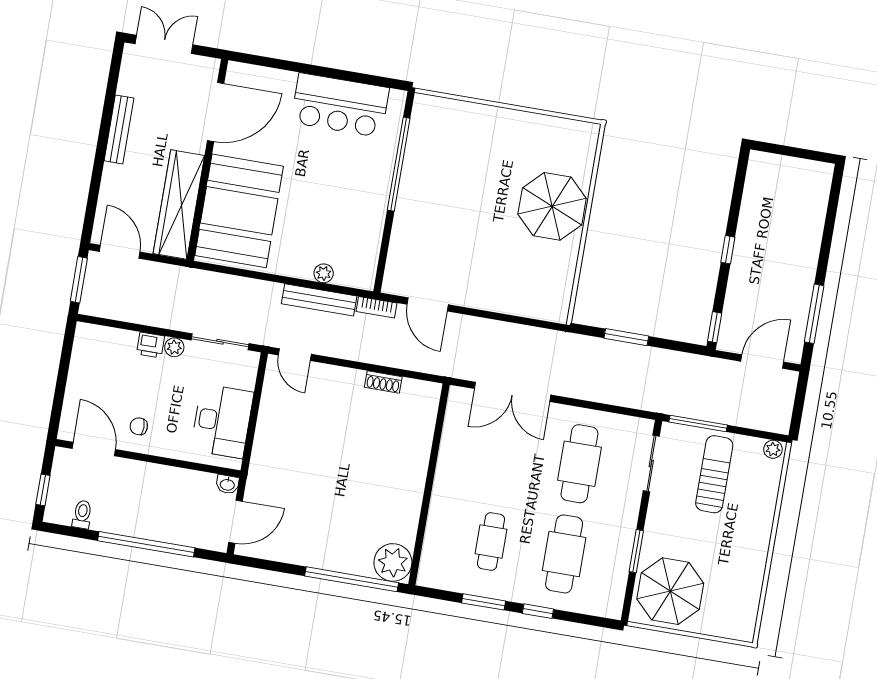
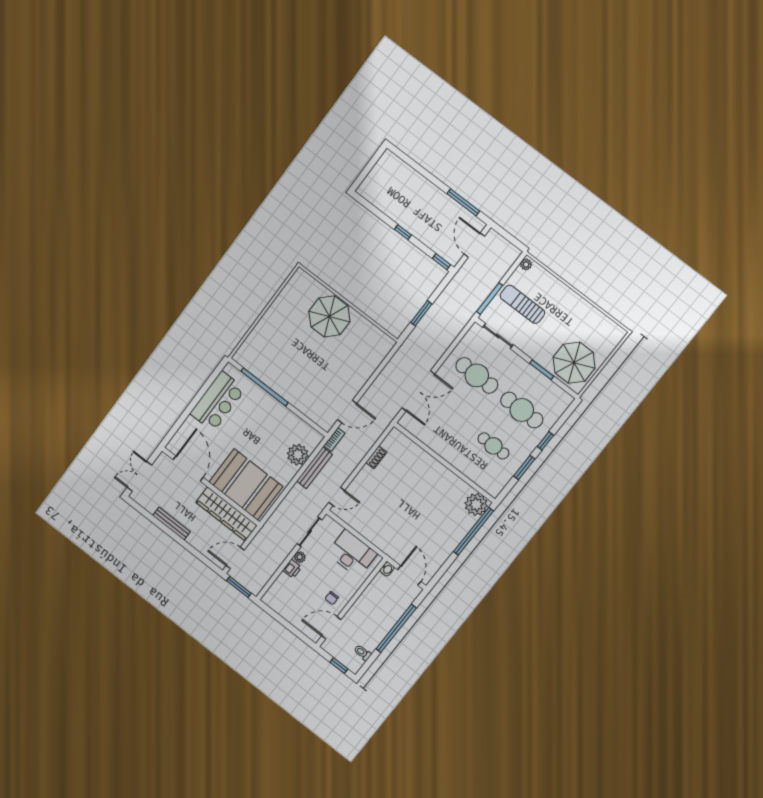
plant: (324, 273) -> (298, 455), width x1.88, depth x1.88

